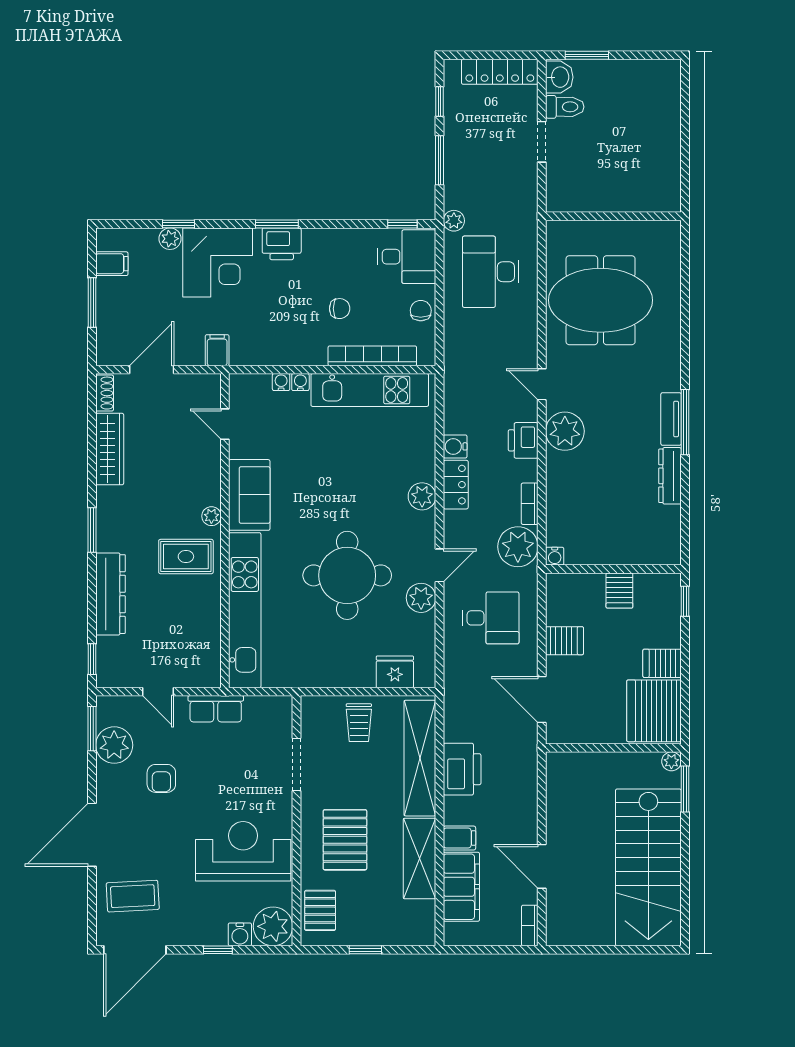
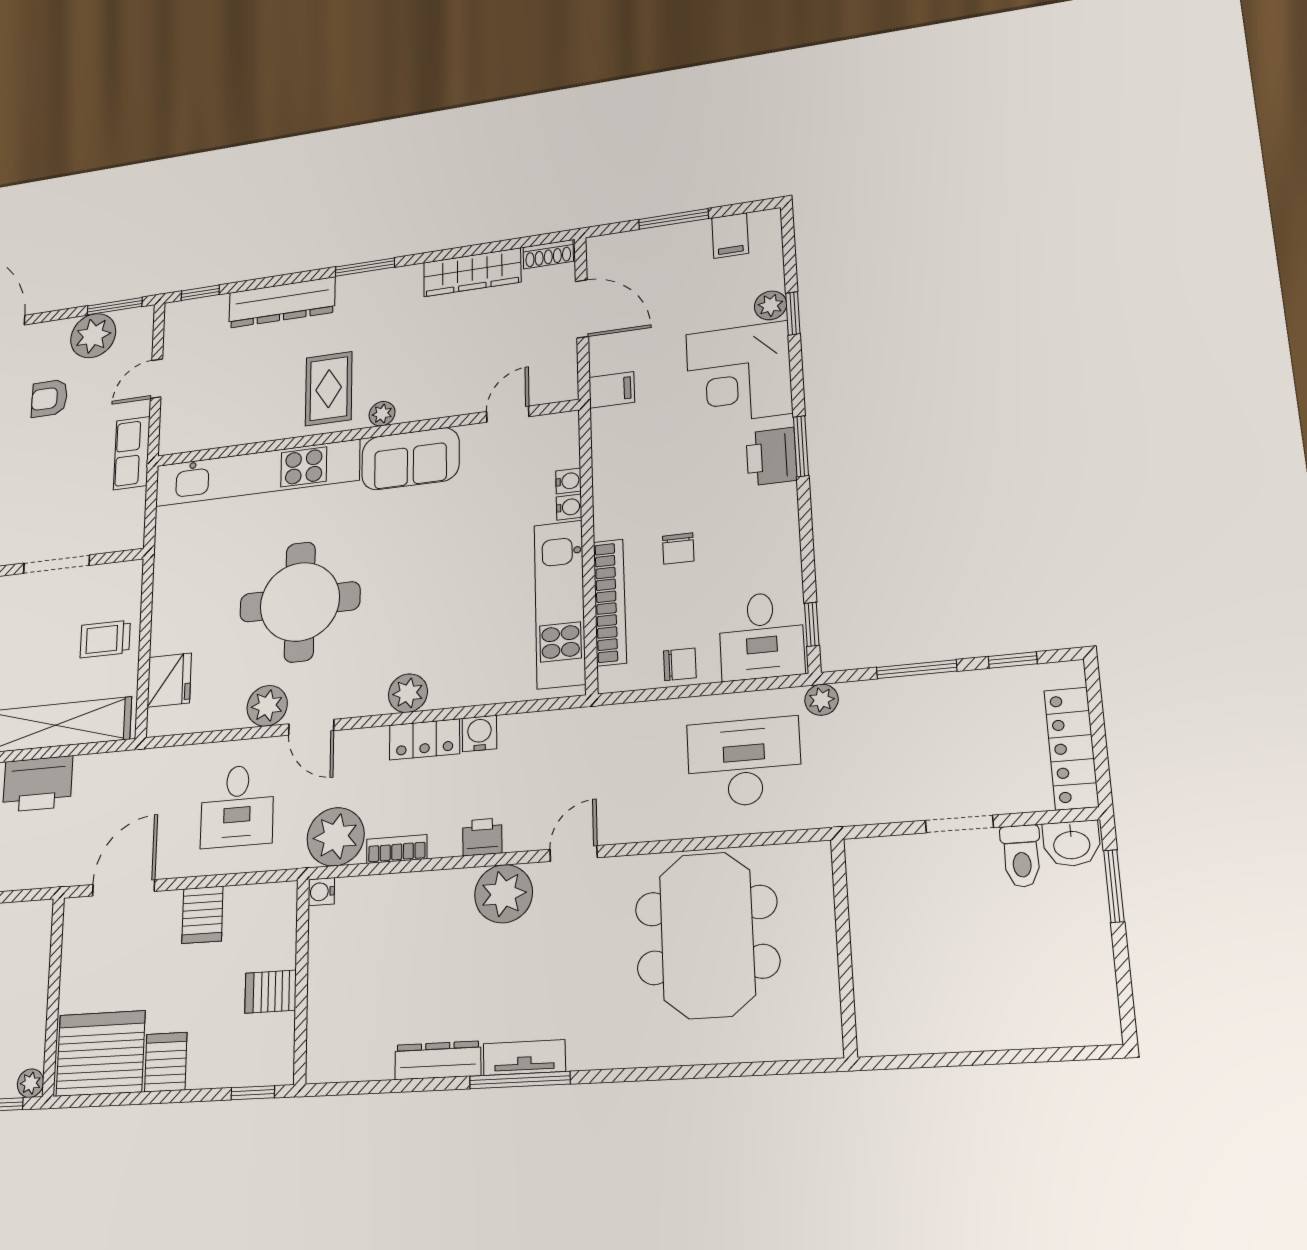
printer: (523, 440) -> (482, 837), width x0.73, depth x0.81

